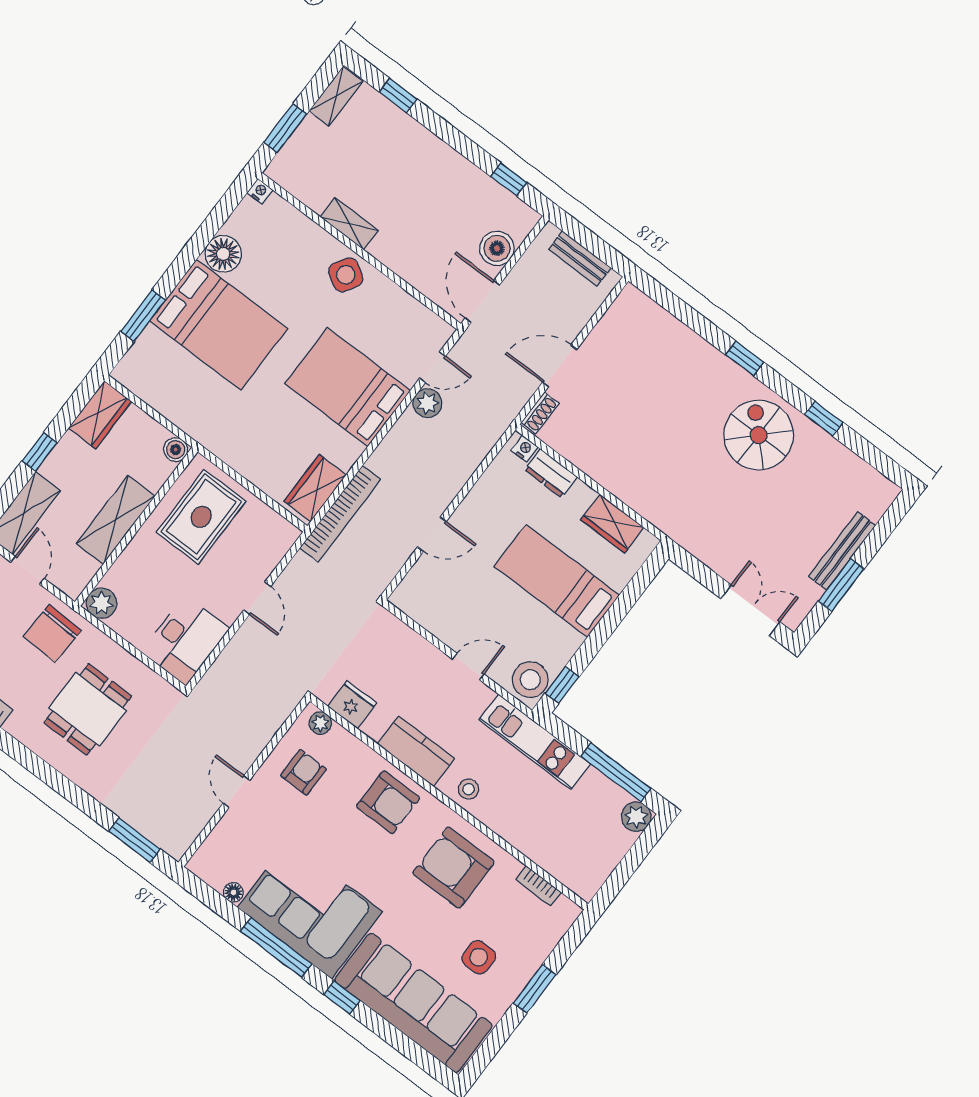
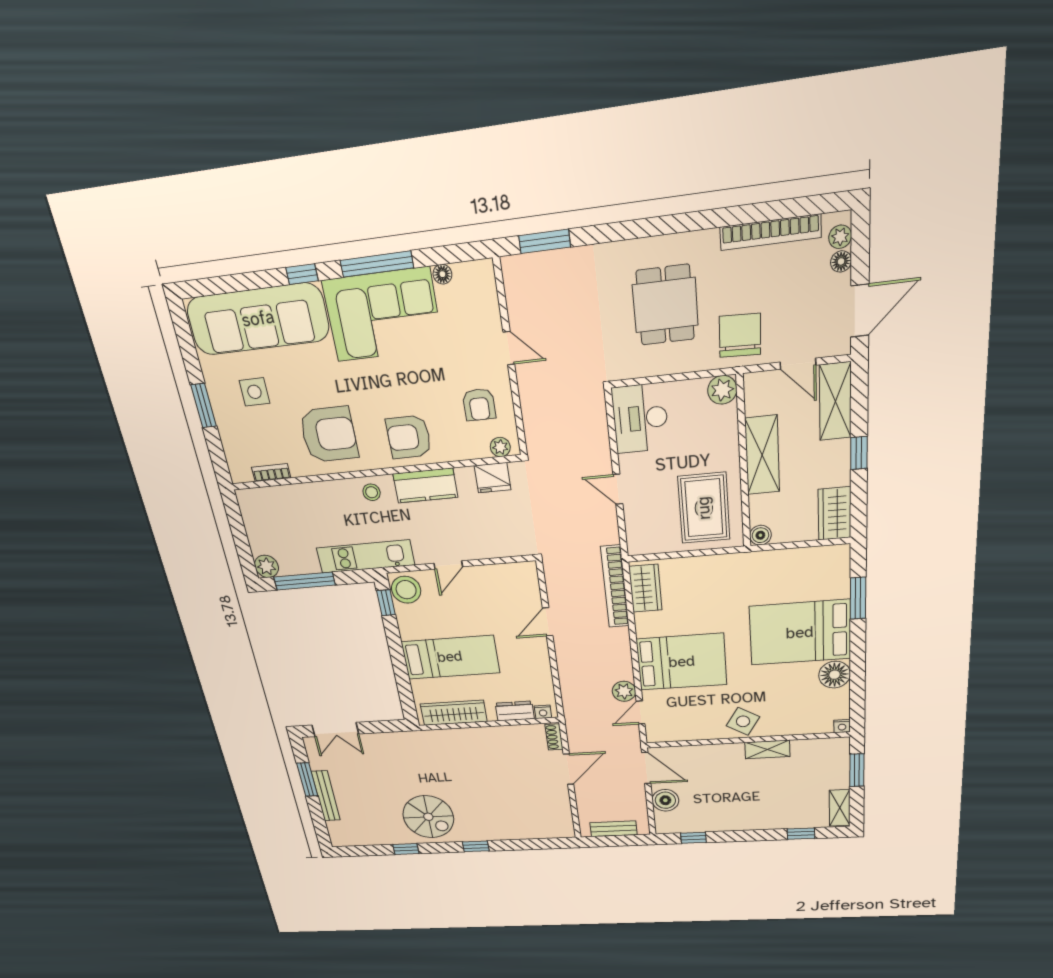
wardrobe: (612, 524) -> (454, 713), width x1.50

